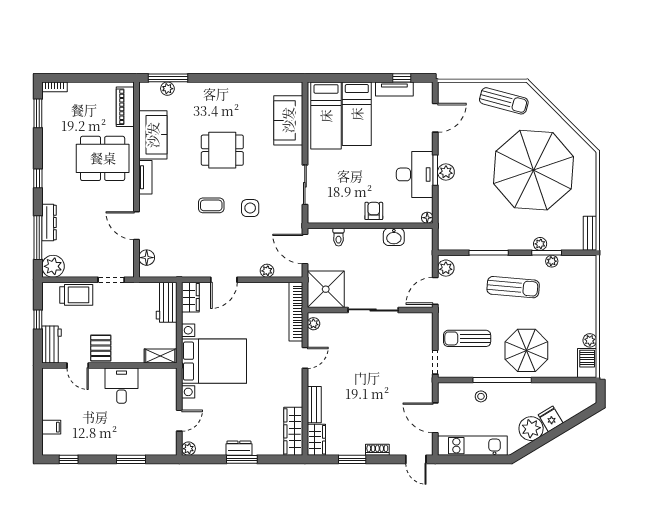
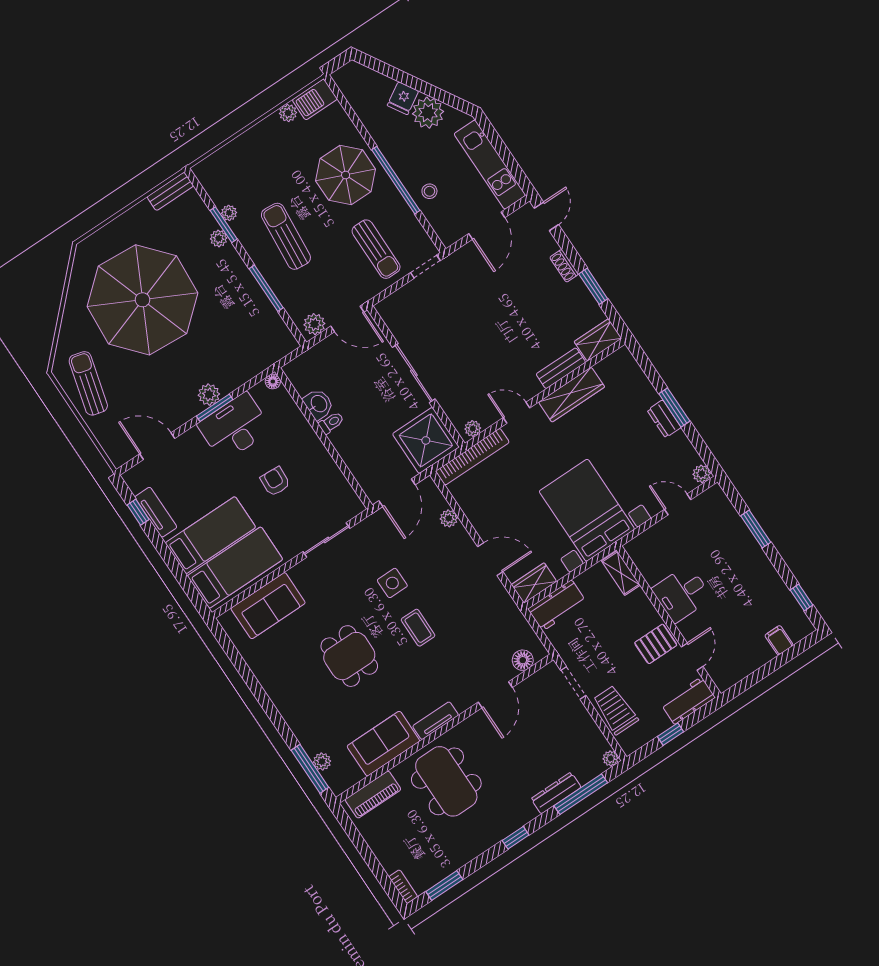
armchair: (374, 211) -> (275, 482), moved, turned 93
toilet: (339, 237) -> (331, 423), moved
plant: (53, 266) -> (611, 758), width x0.53, depth x0.53
wardrobe: (293, 431) -> (572, 395), moved

